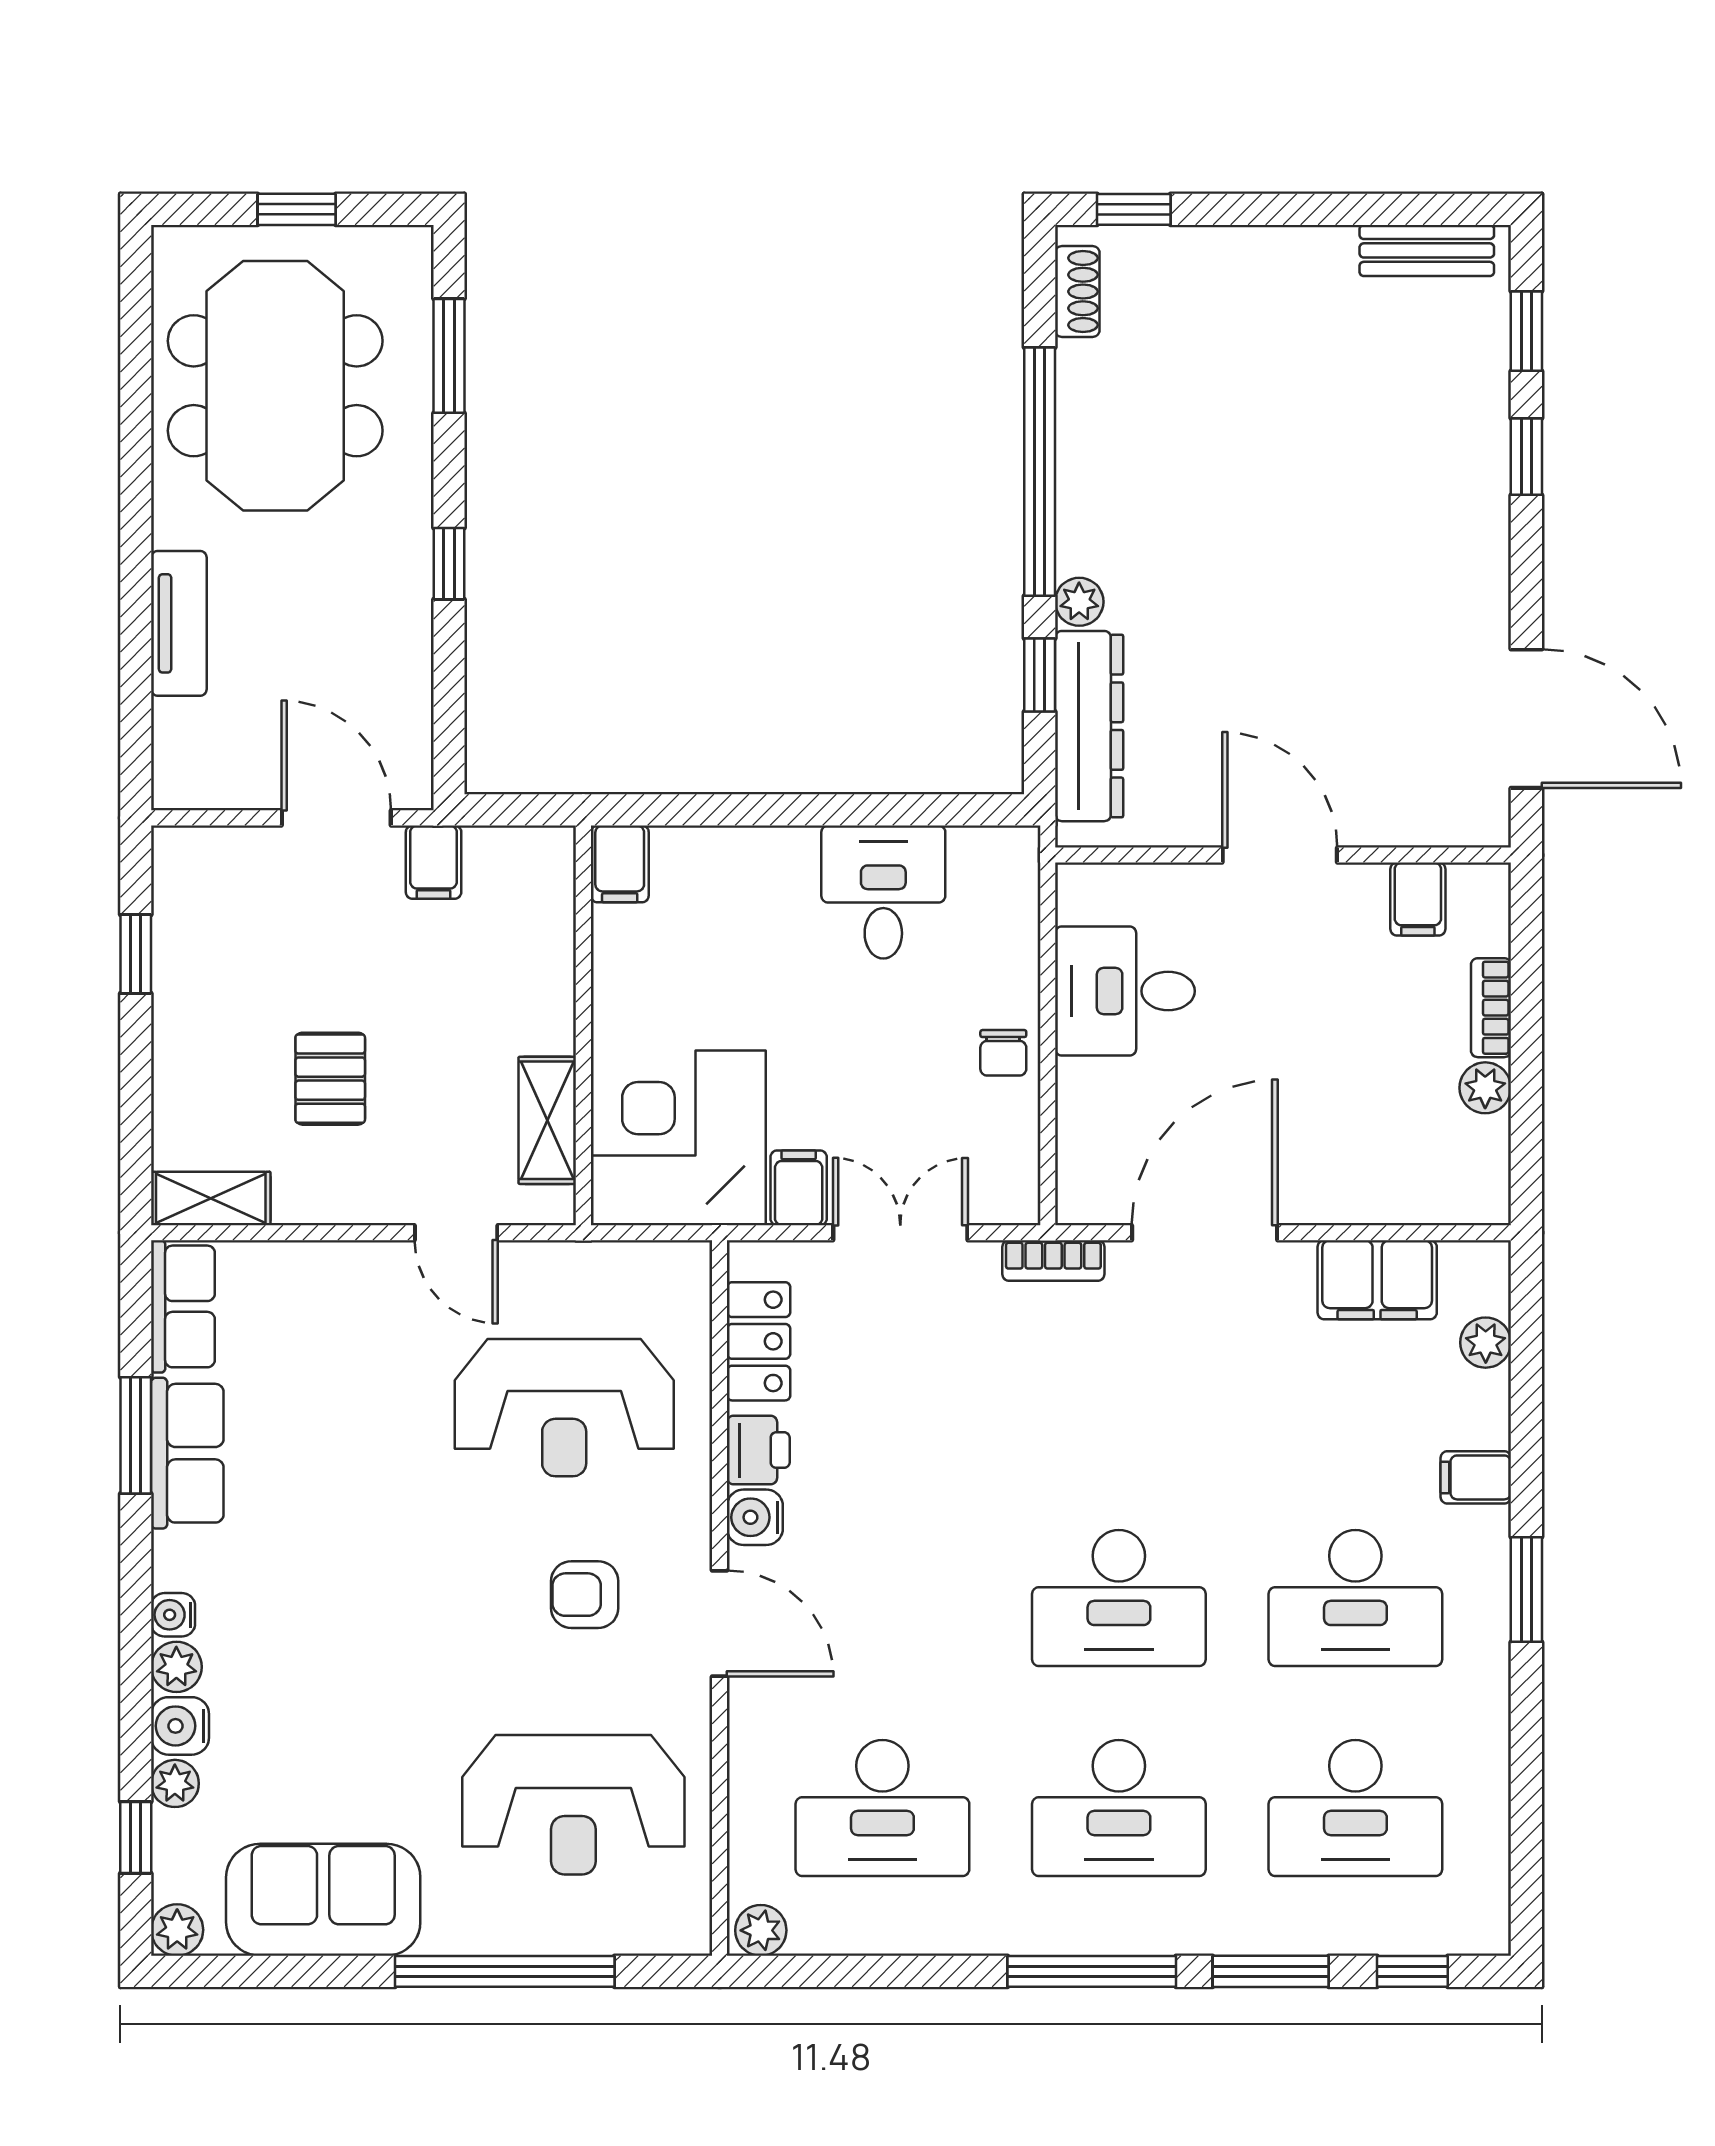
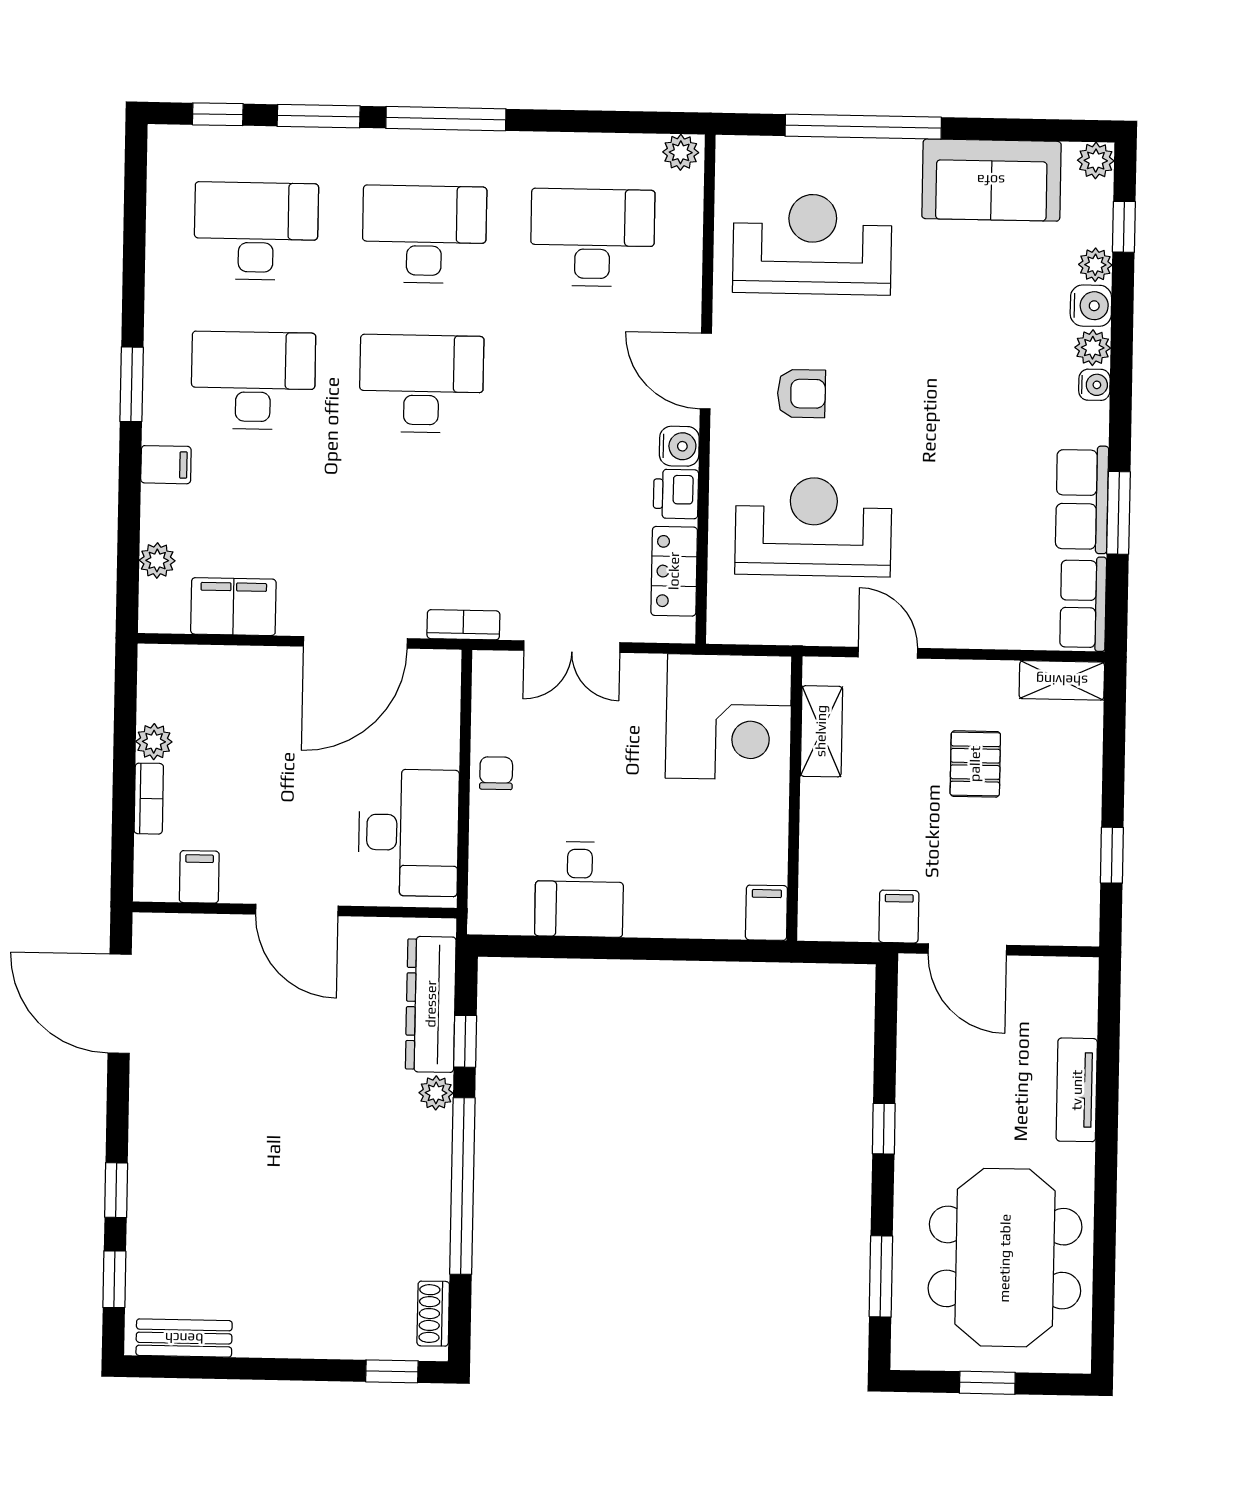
desk: (1125, 991) -> (409, 833), width x1.37
filing cabinet: (799, 1188) -> (644, 680), removed

